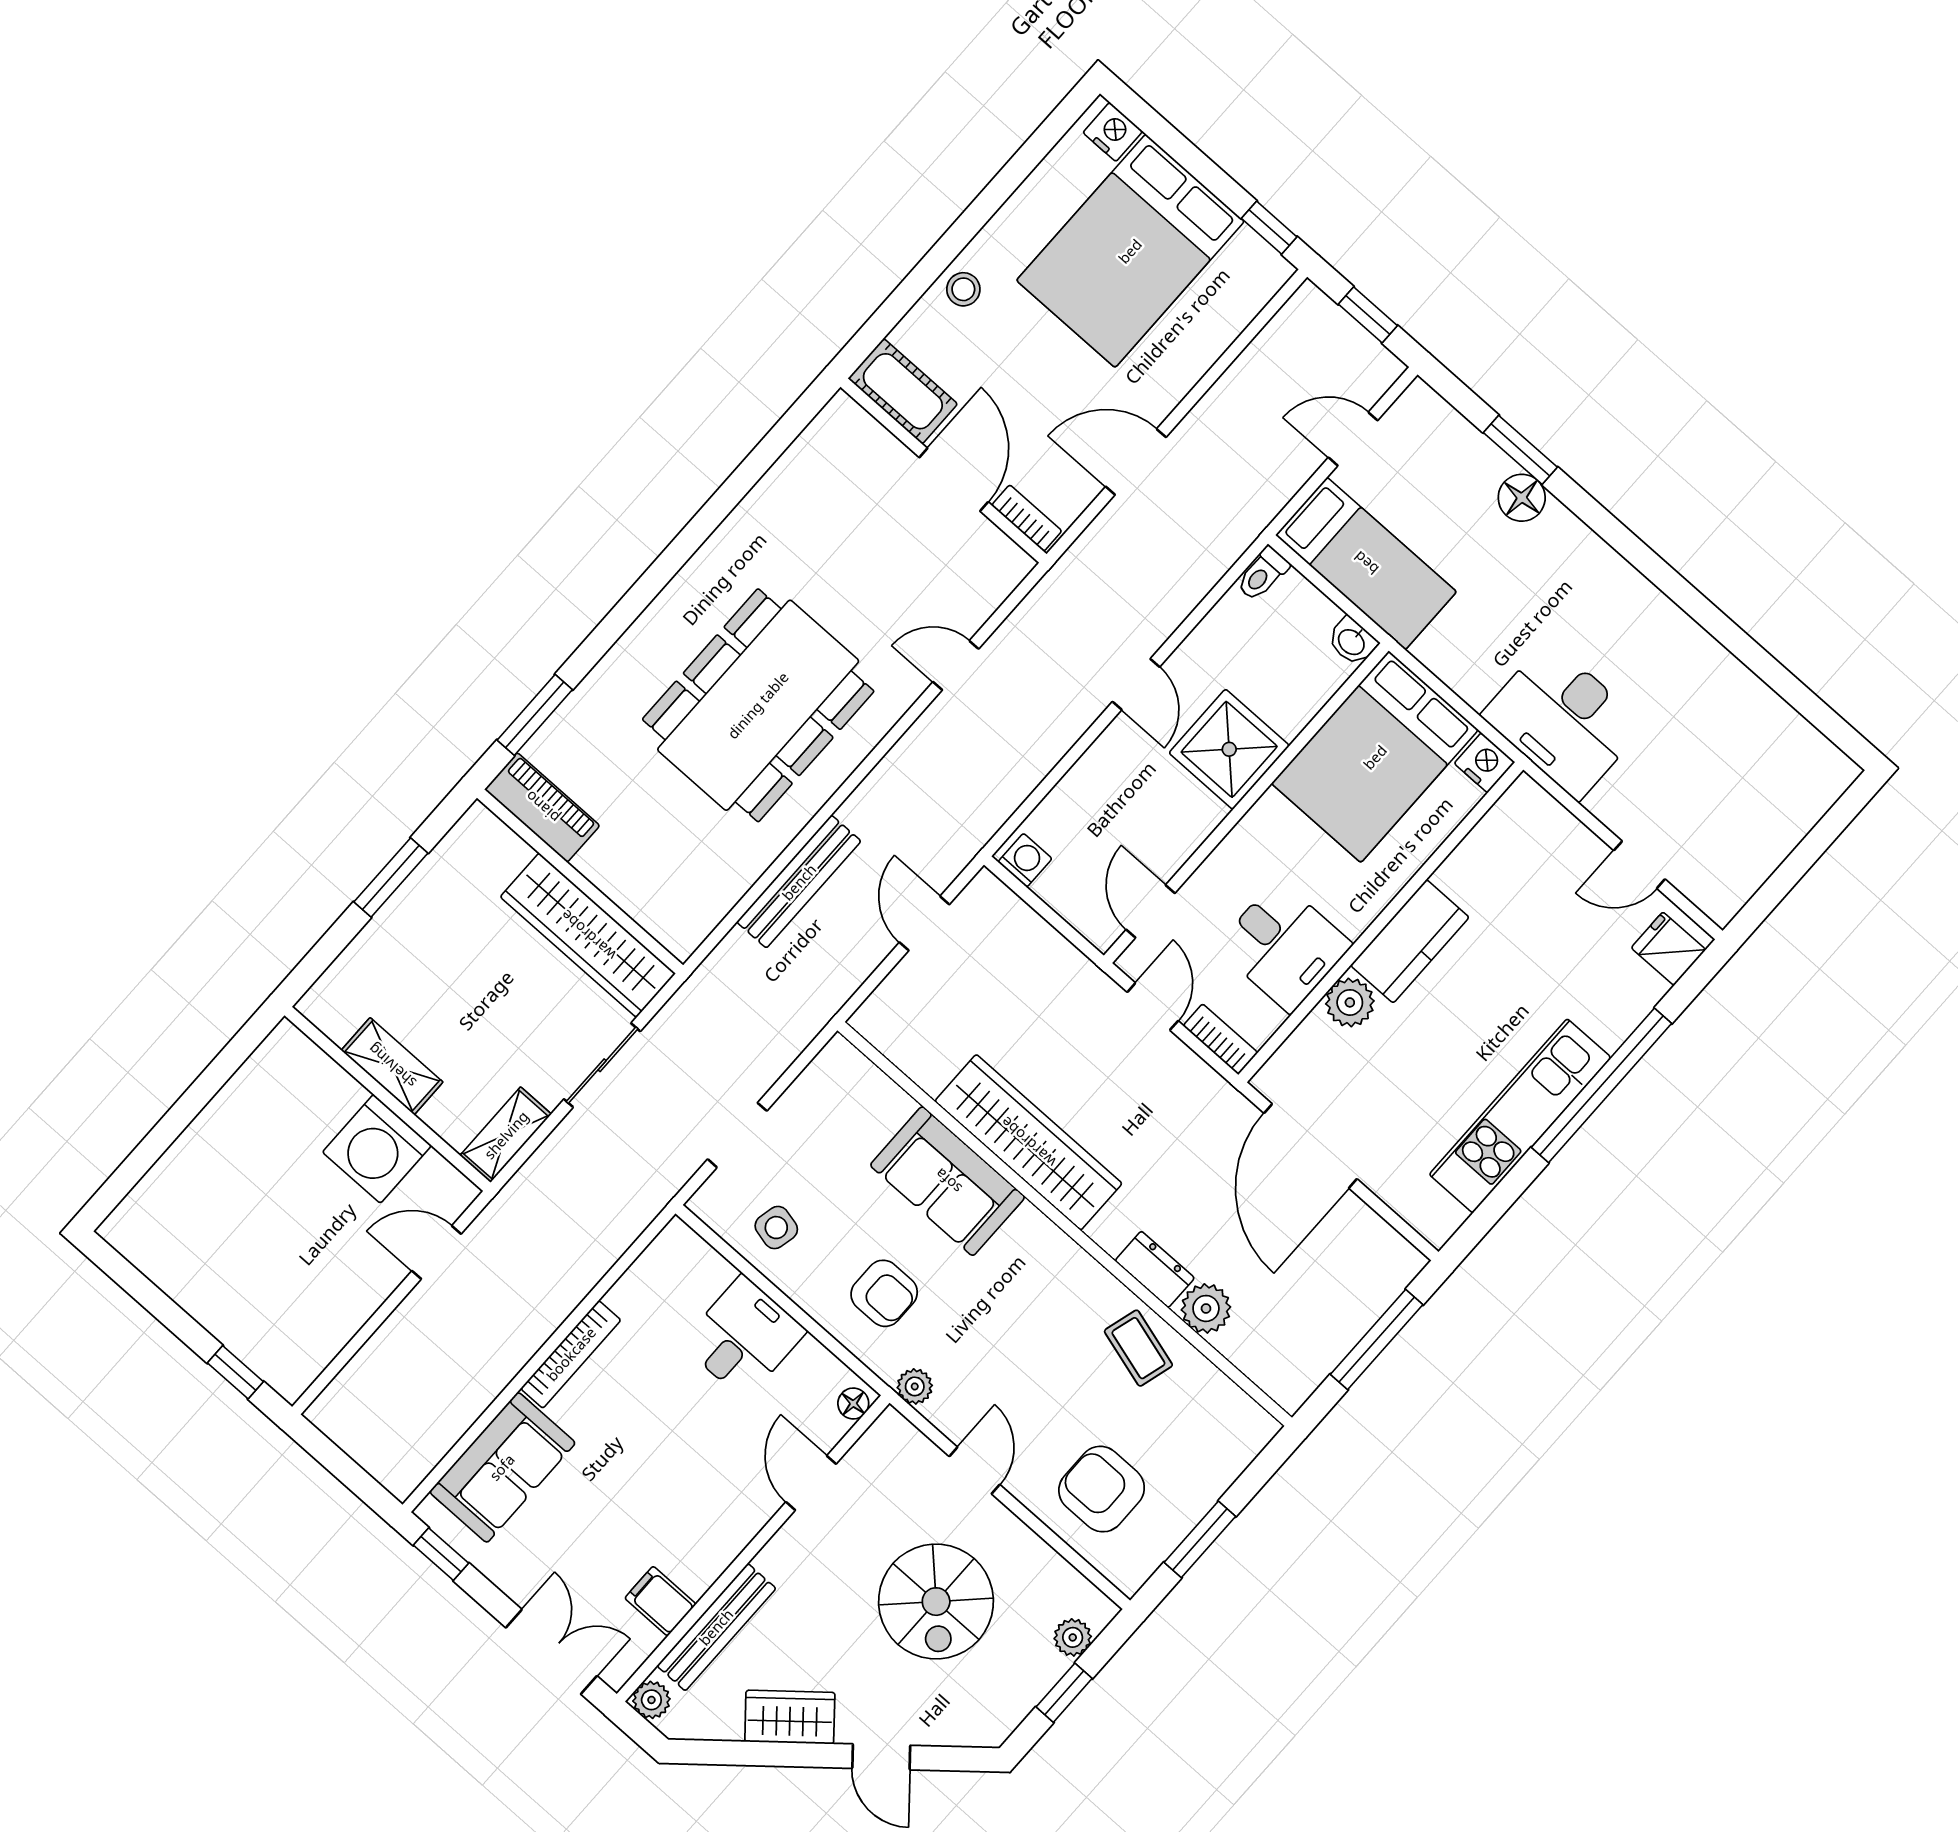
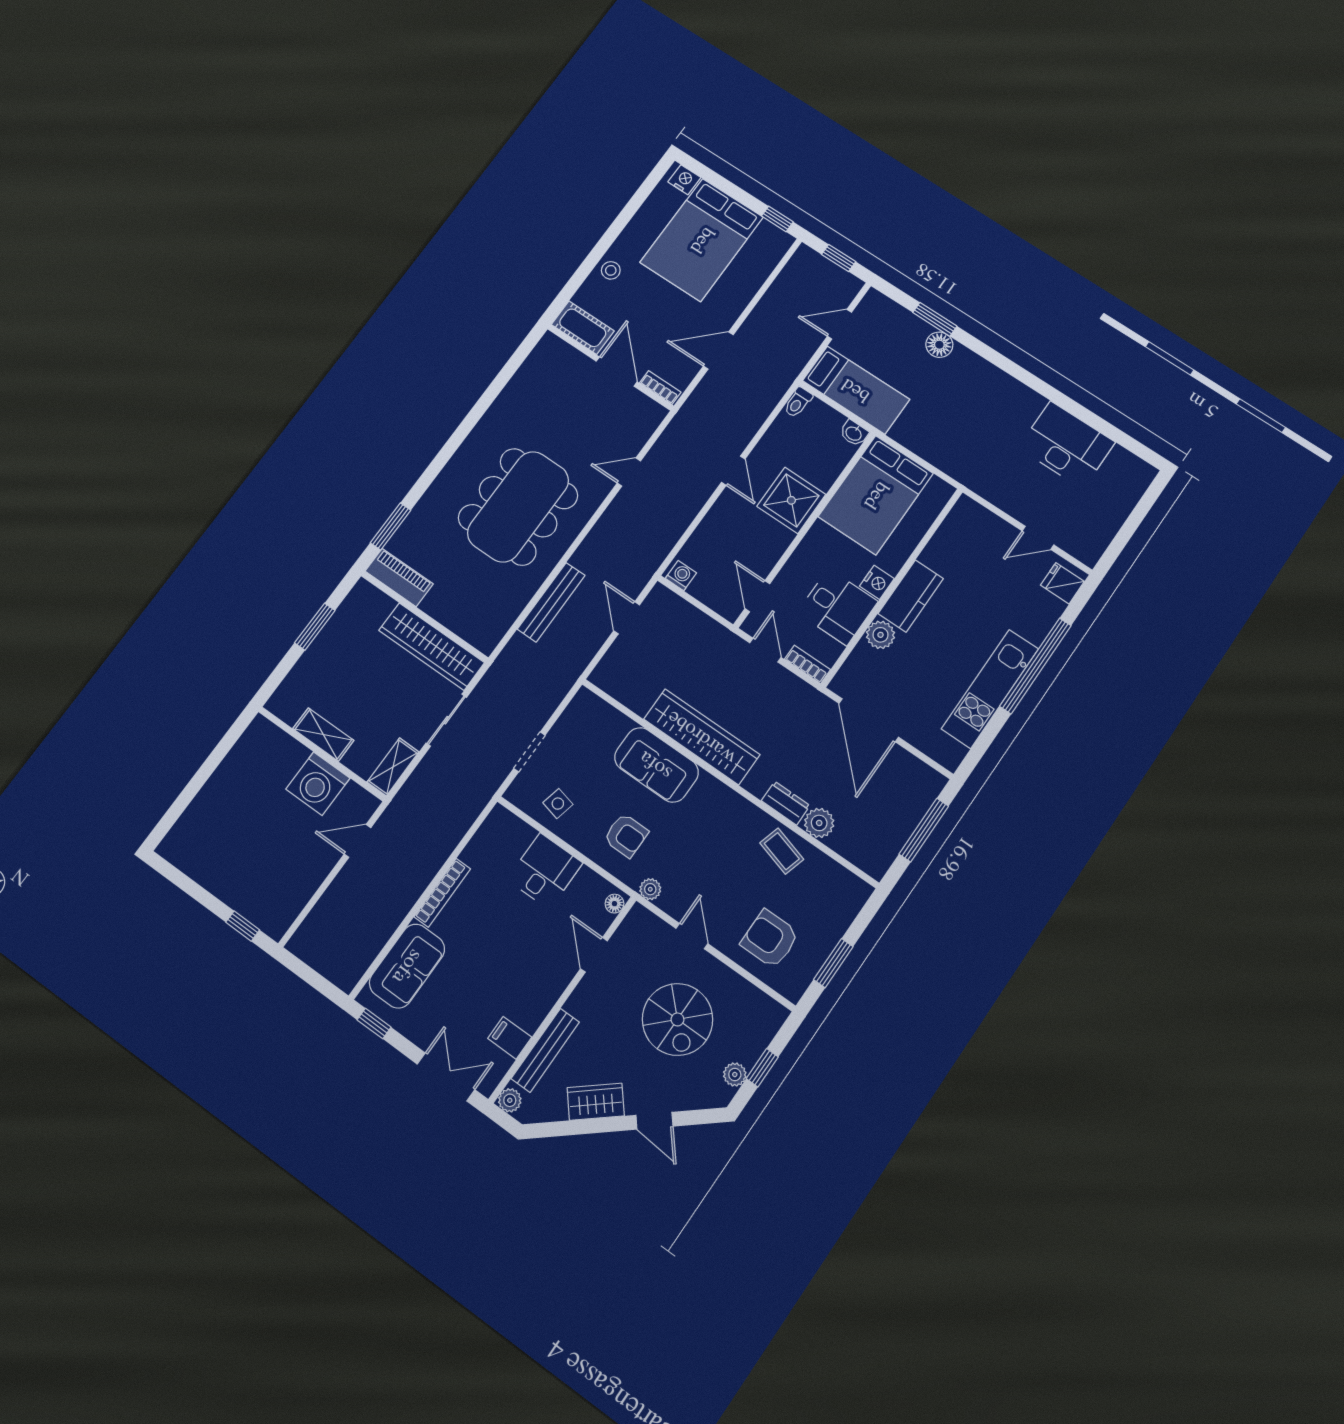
desk: (1563, 720) -> (1067, 445), moved, turned 180
nightstand: (1484, 763) -> (877, 582), moved, turned 90
plant: (1073, 1637) -> (735, 1074), moved

